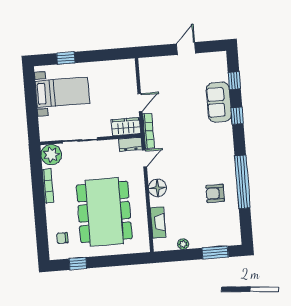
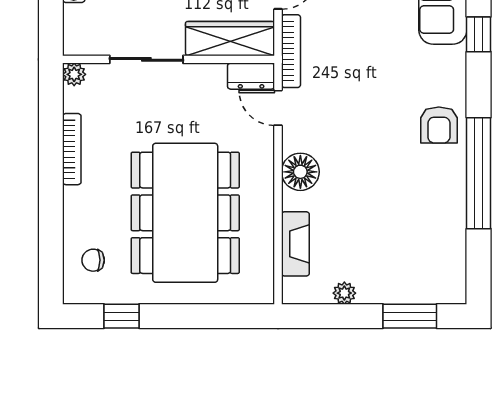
wardrobe: (126, 127) -> (230, 39), width x1.50
plant: (51, 155) -> (74, 74), width x0.53, depth x0.53
door: (144, 158) -> (278, 108), swing flipped
armchair: (215, 193) -> (439, 125), moved, turned -90

